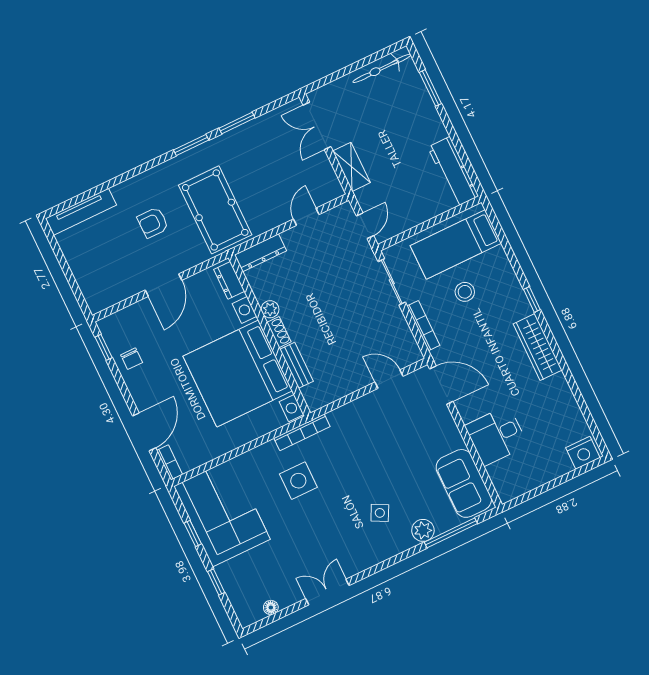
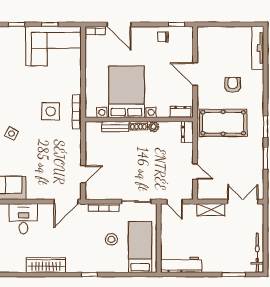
dresser: (260, 253) -> (187, 132), width x0.70
wardrobe: (538, 347) -> (46, 265), moved
bed with nightstands: (238, 374) -> (126, 92), width x0.73
side table: (298, 481) -> (51, 111), moved

